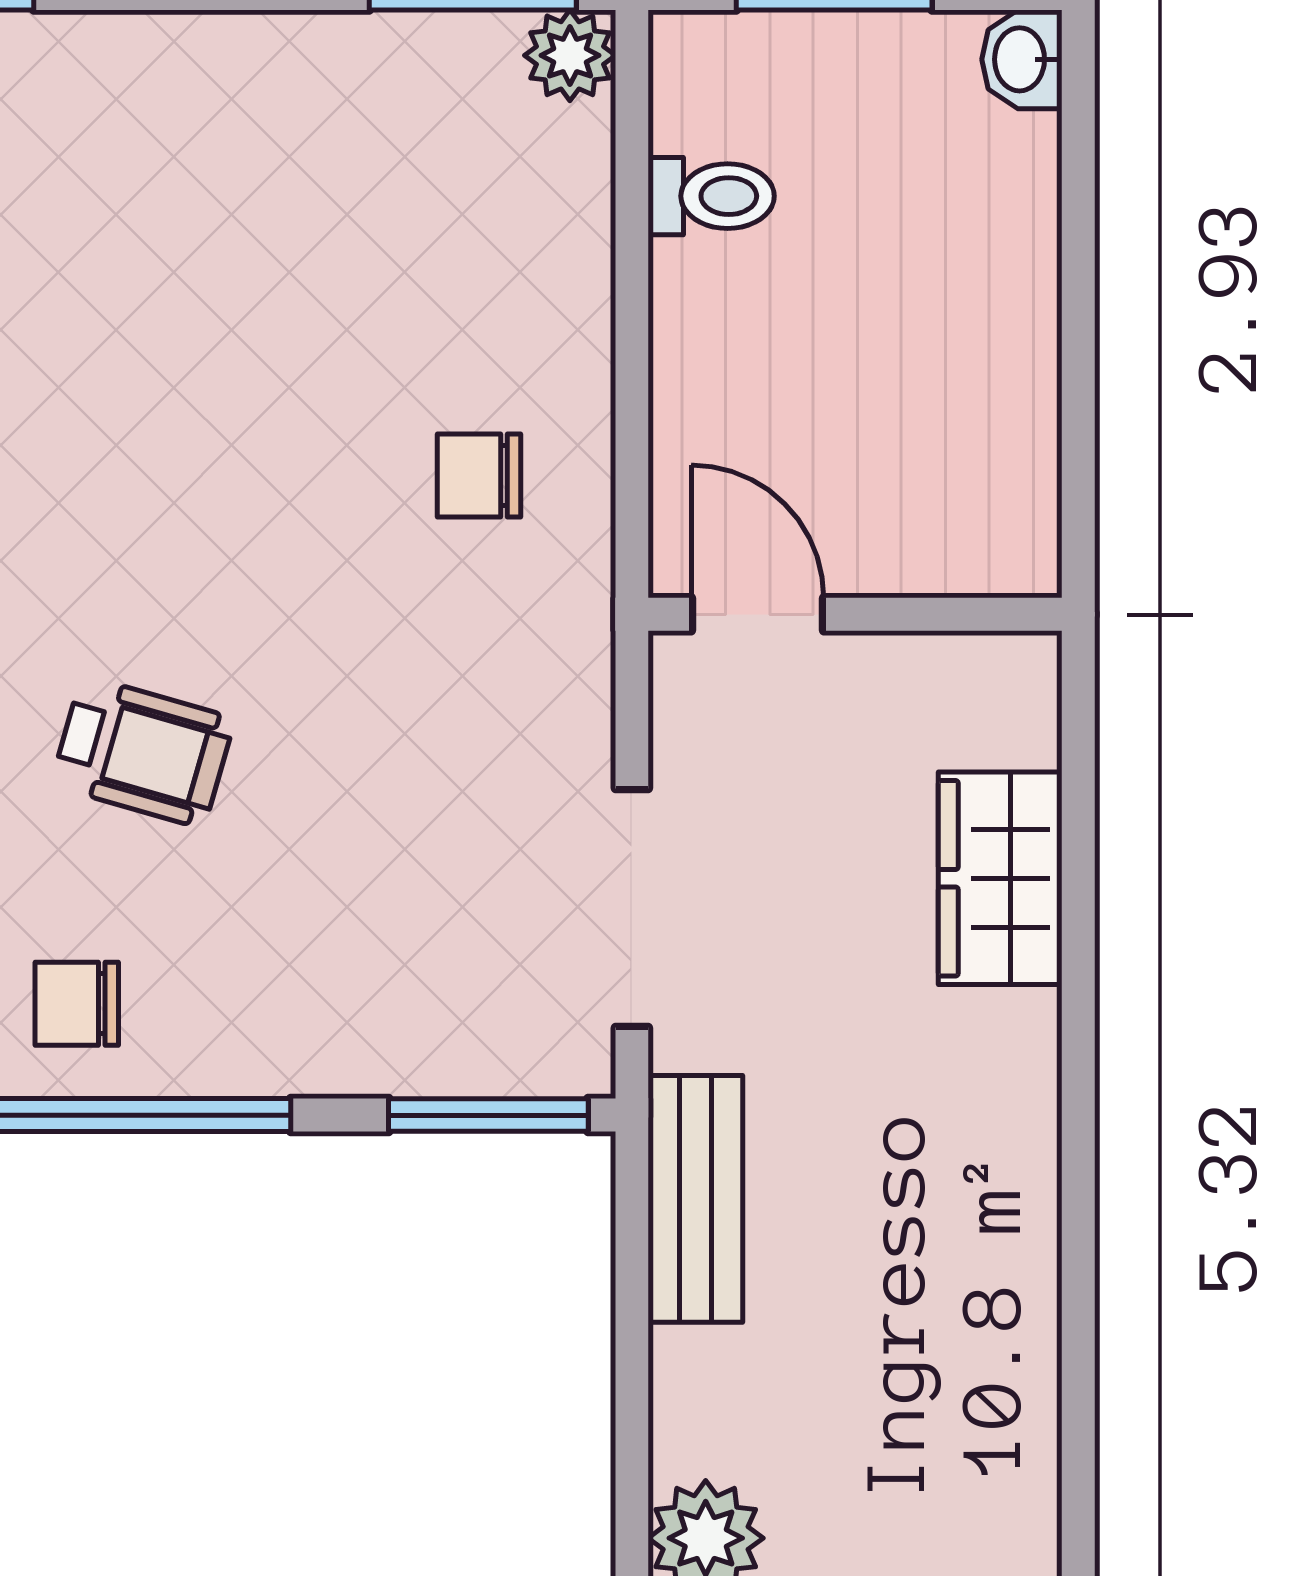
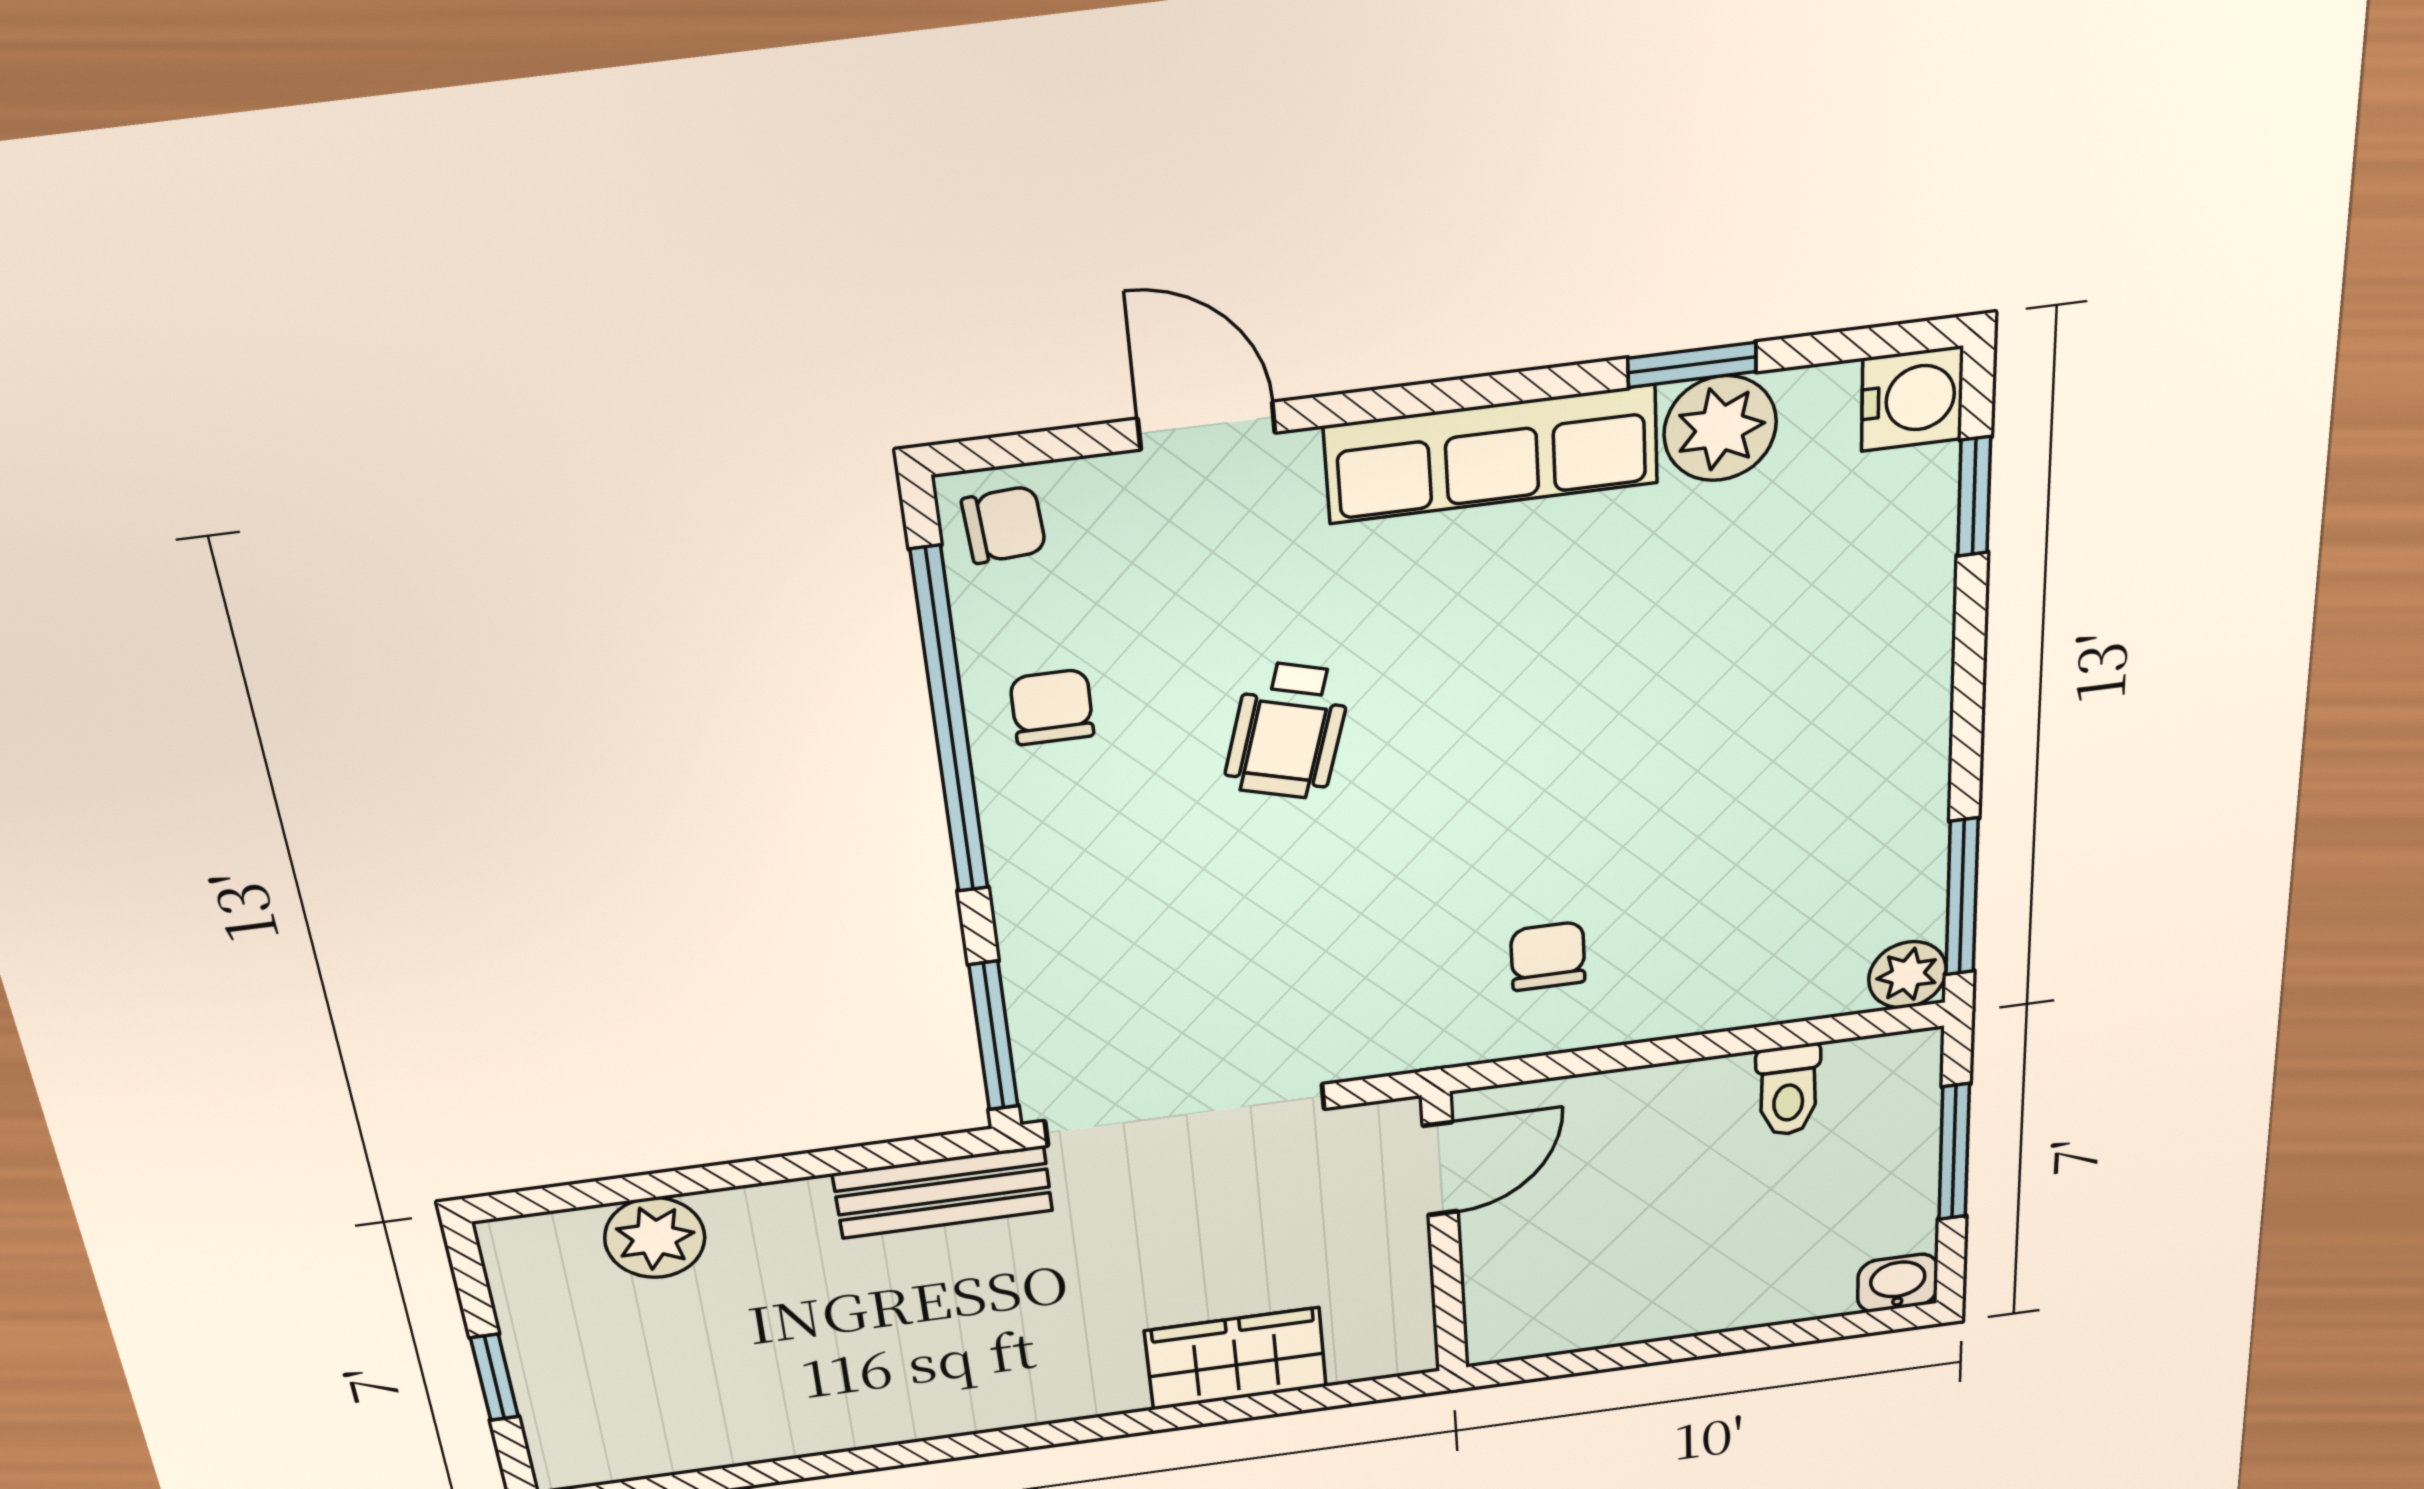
doorway: (632, 908) -> (1185, 1115), width x1.36

